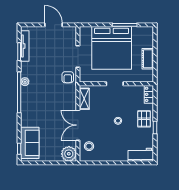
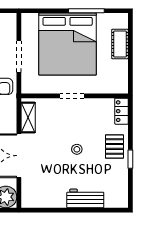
cot: (148, 59) -> (120, 44), moved
stool: (89, 146) -> (35, 186), removed
workbench: (141, 155) -> (85, 198), moved

